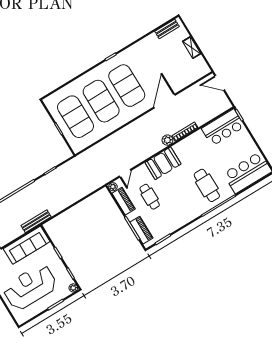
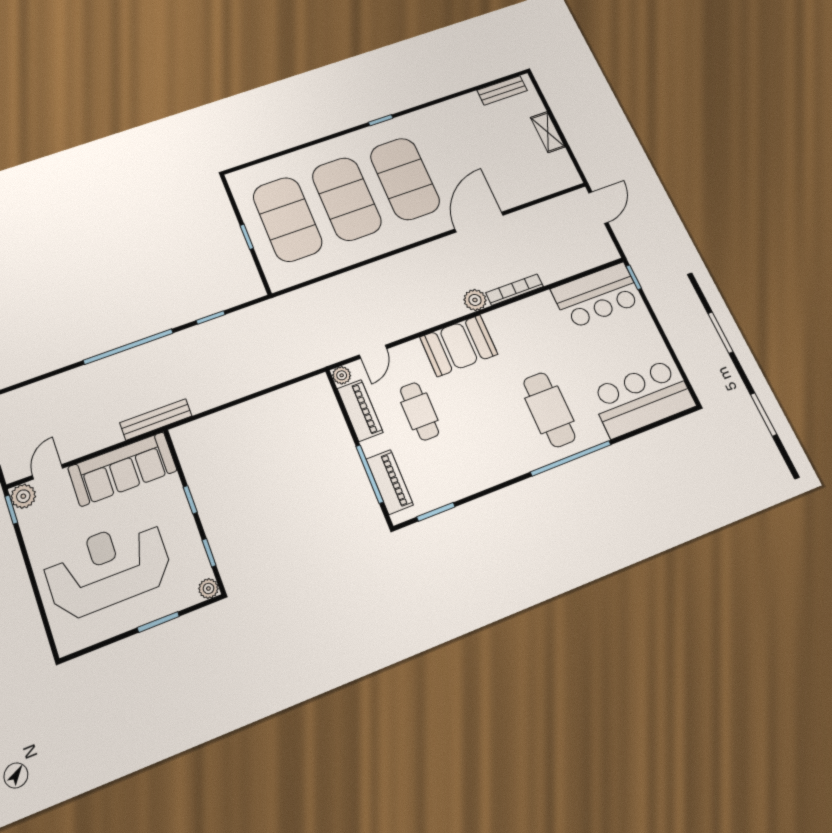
door: (220, 83) -> (598, 208), swing flipped

